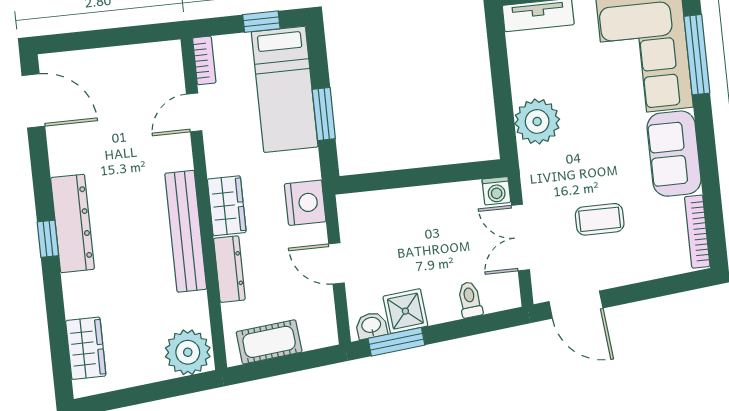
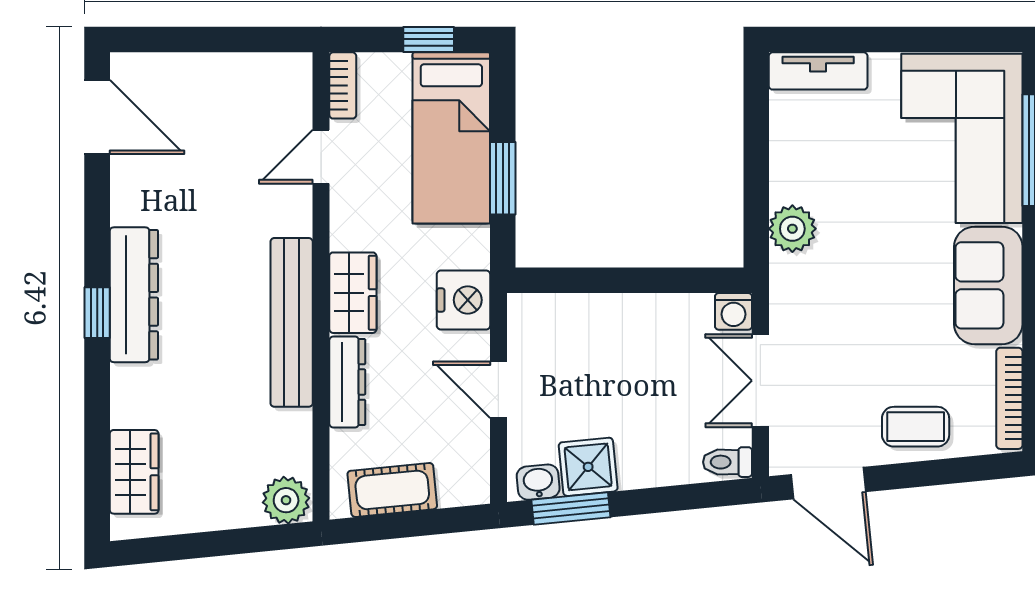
plant: (537, 121) -> (792, 229), width x0.73, depth x0.73
coffee table: (600, 219) -> (916, 427), moved
toilet: (470, 300) -> (727, 462), moved, turned -84
plant: (188, 352) -> (286, 500), width x0.73, depth x0.73

